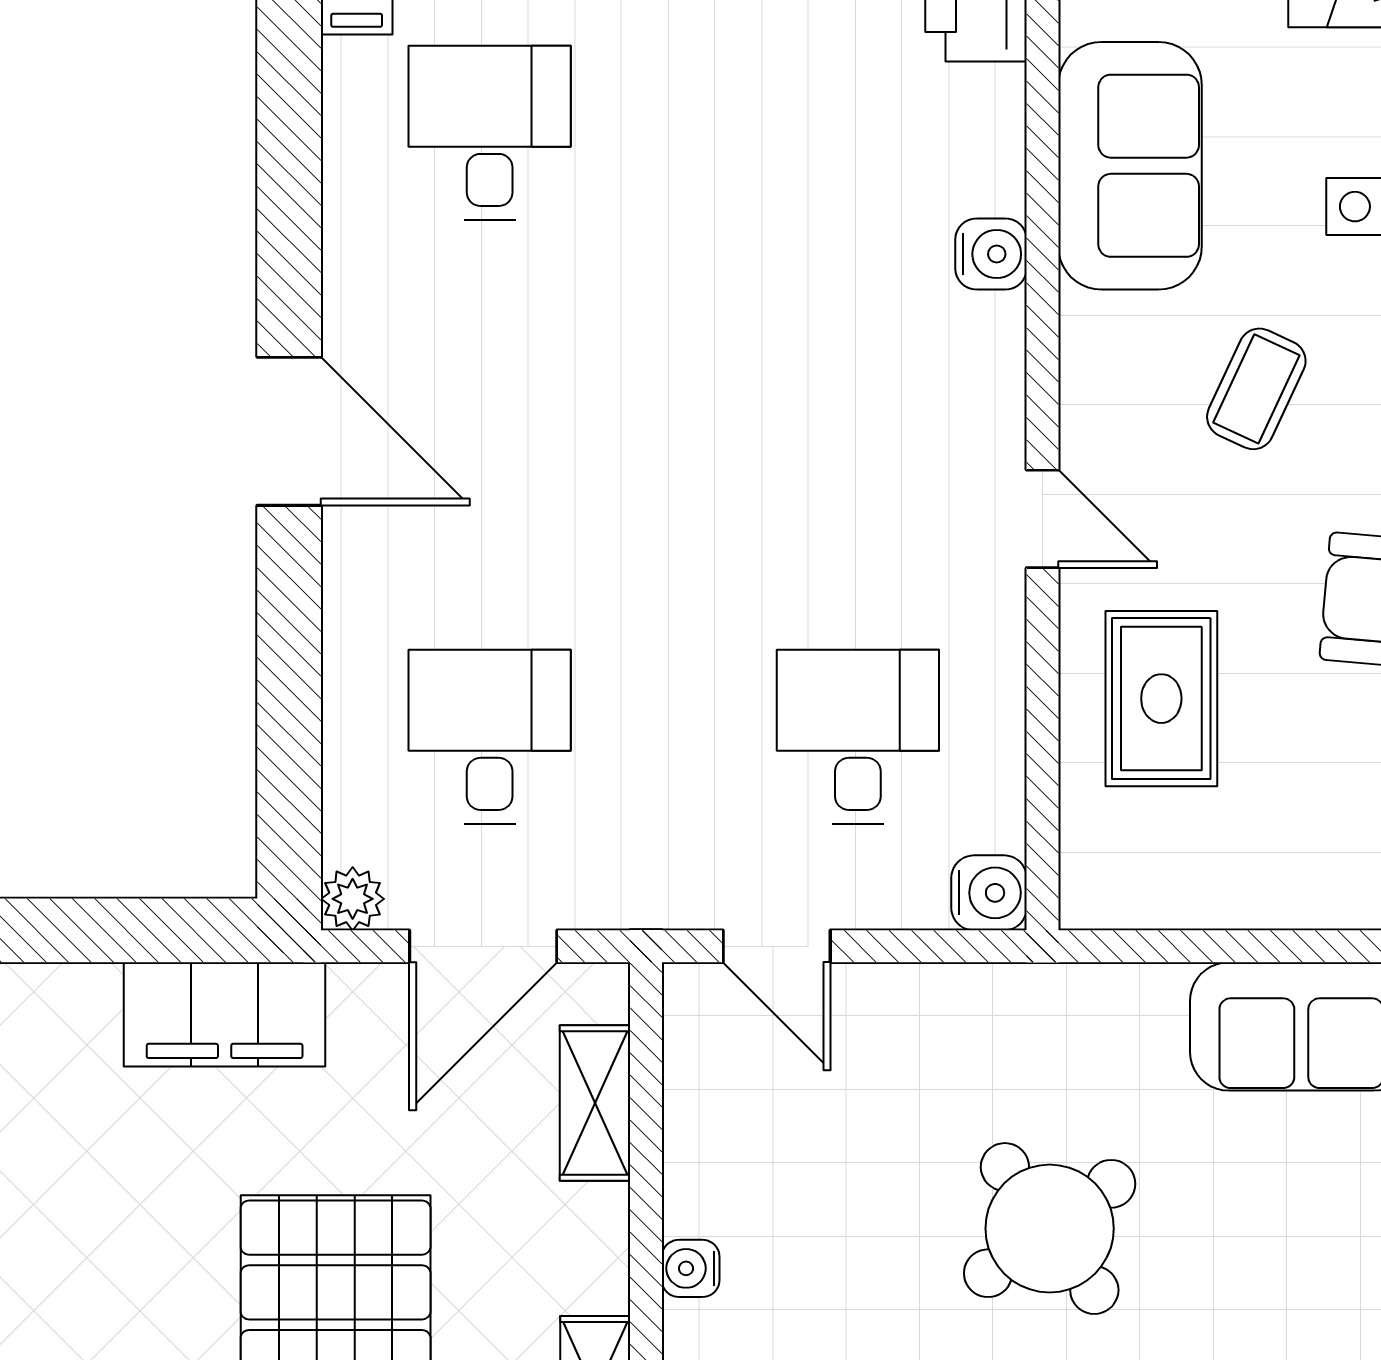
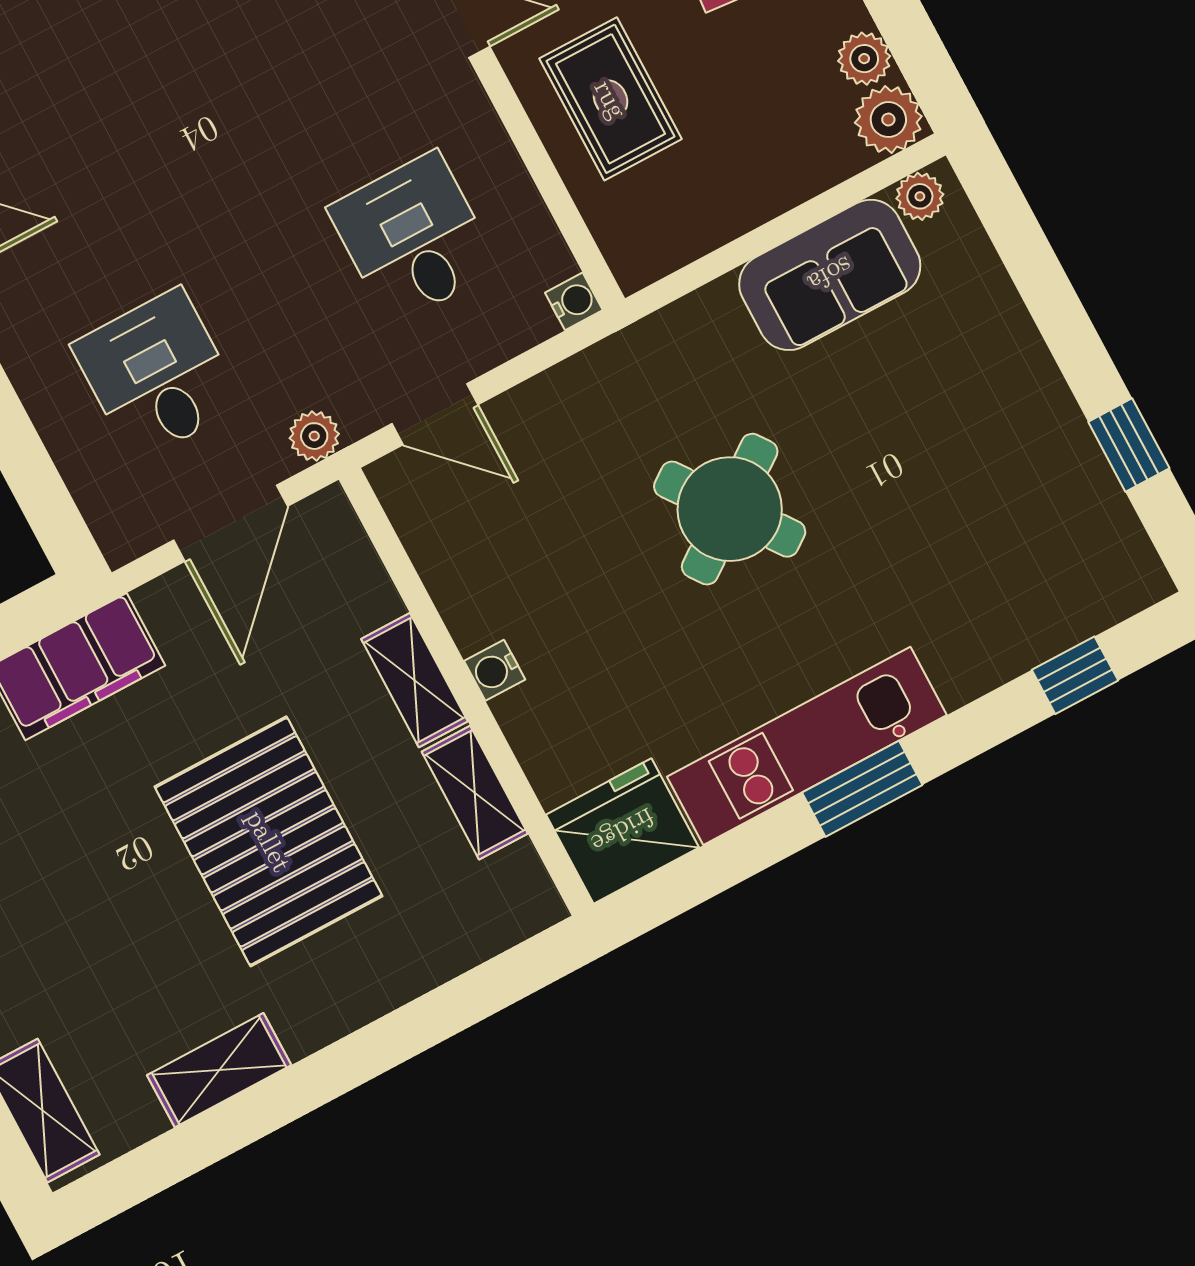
water cooler: (989, 893) -> (574, 301), width x0.72, depth x0.72
plant: (353, 899) -> (314, 436), moved
shelving: (595, 1103) -> (414, 680), moved

